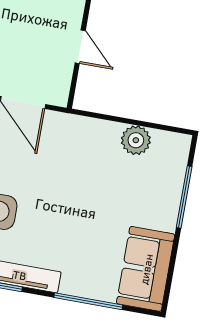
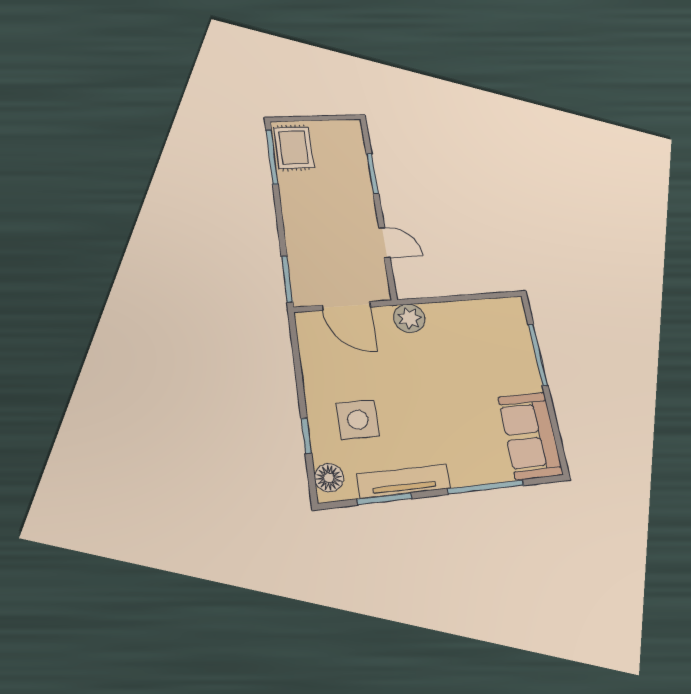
plant: (136, 140) -> (409, 318), moved

